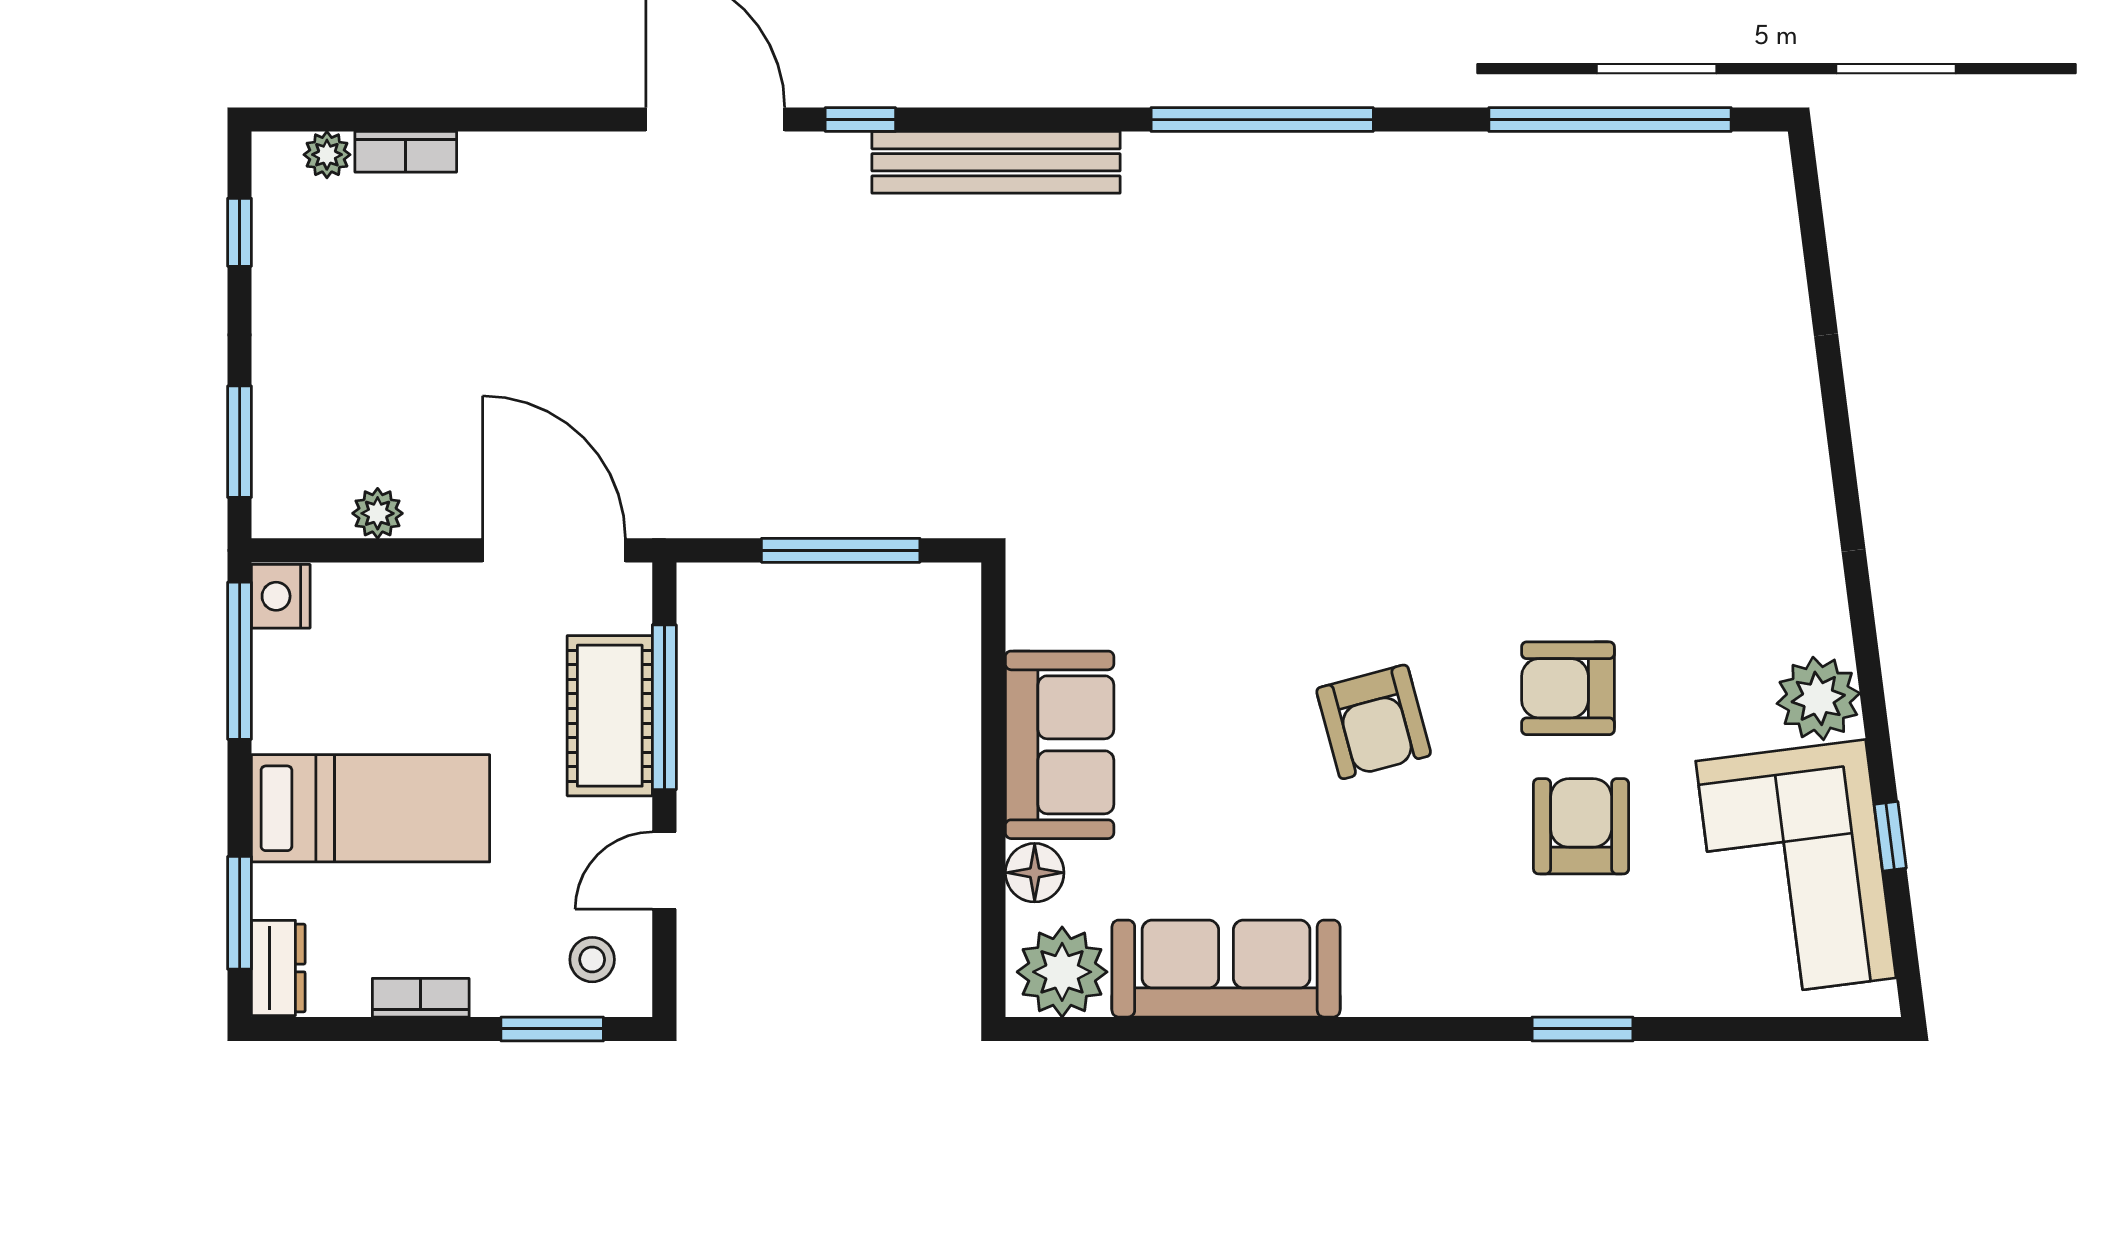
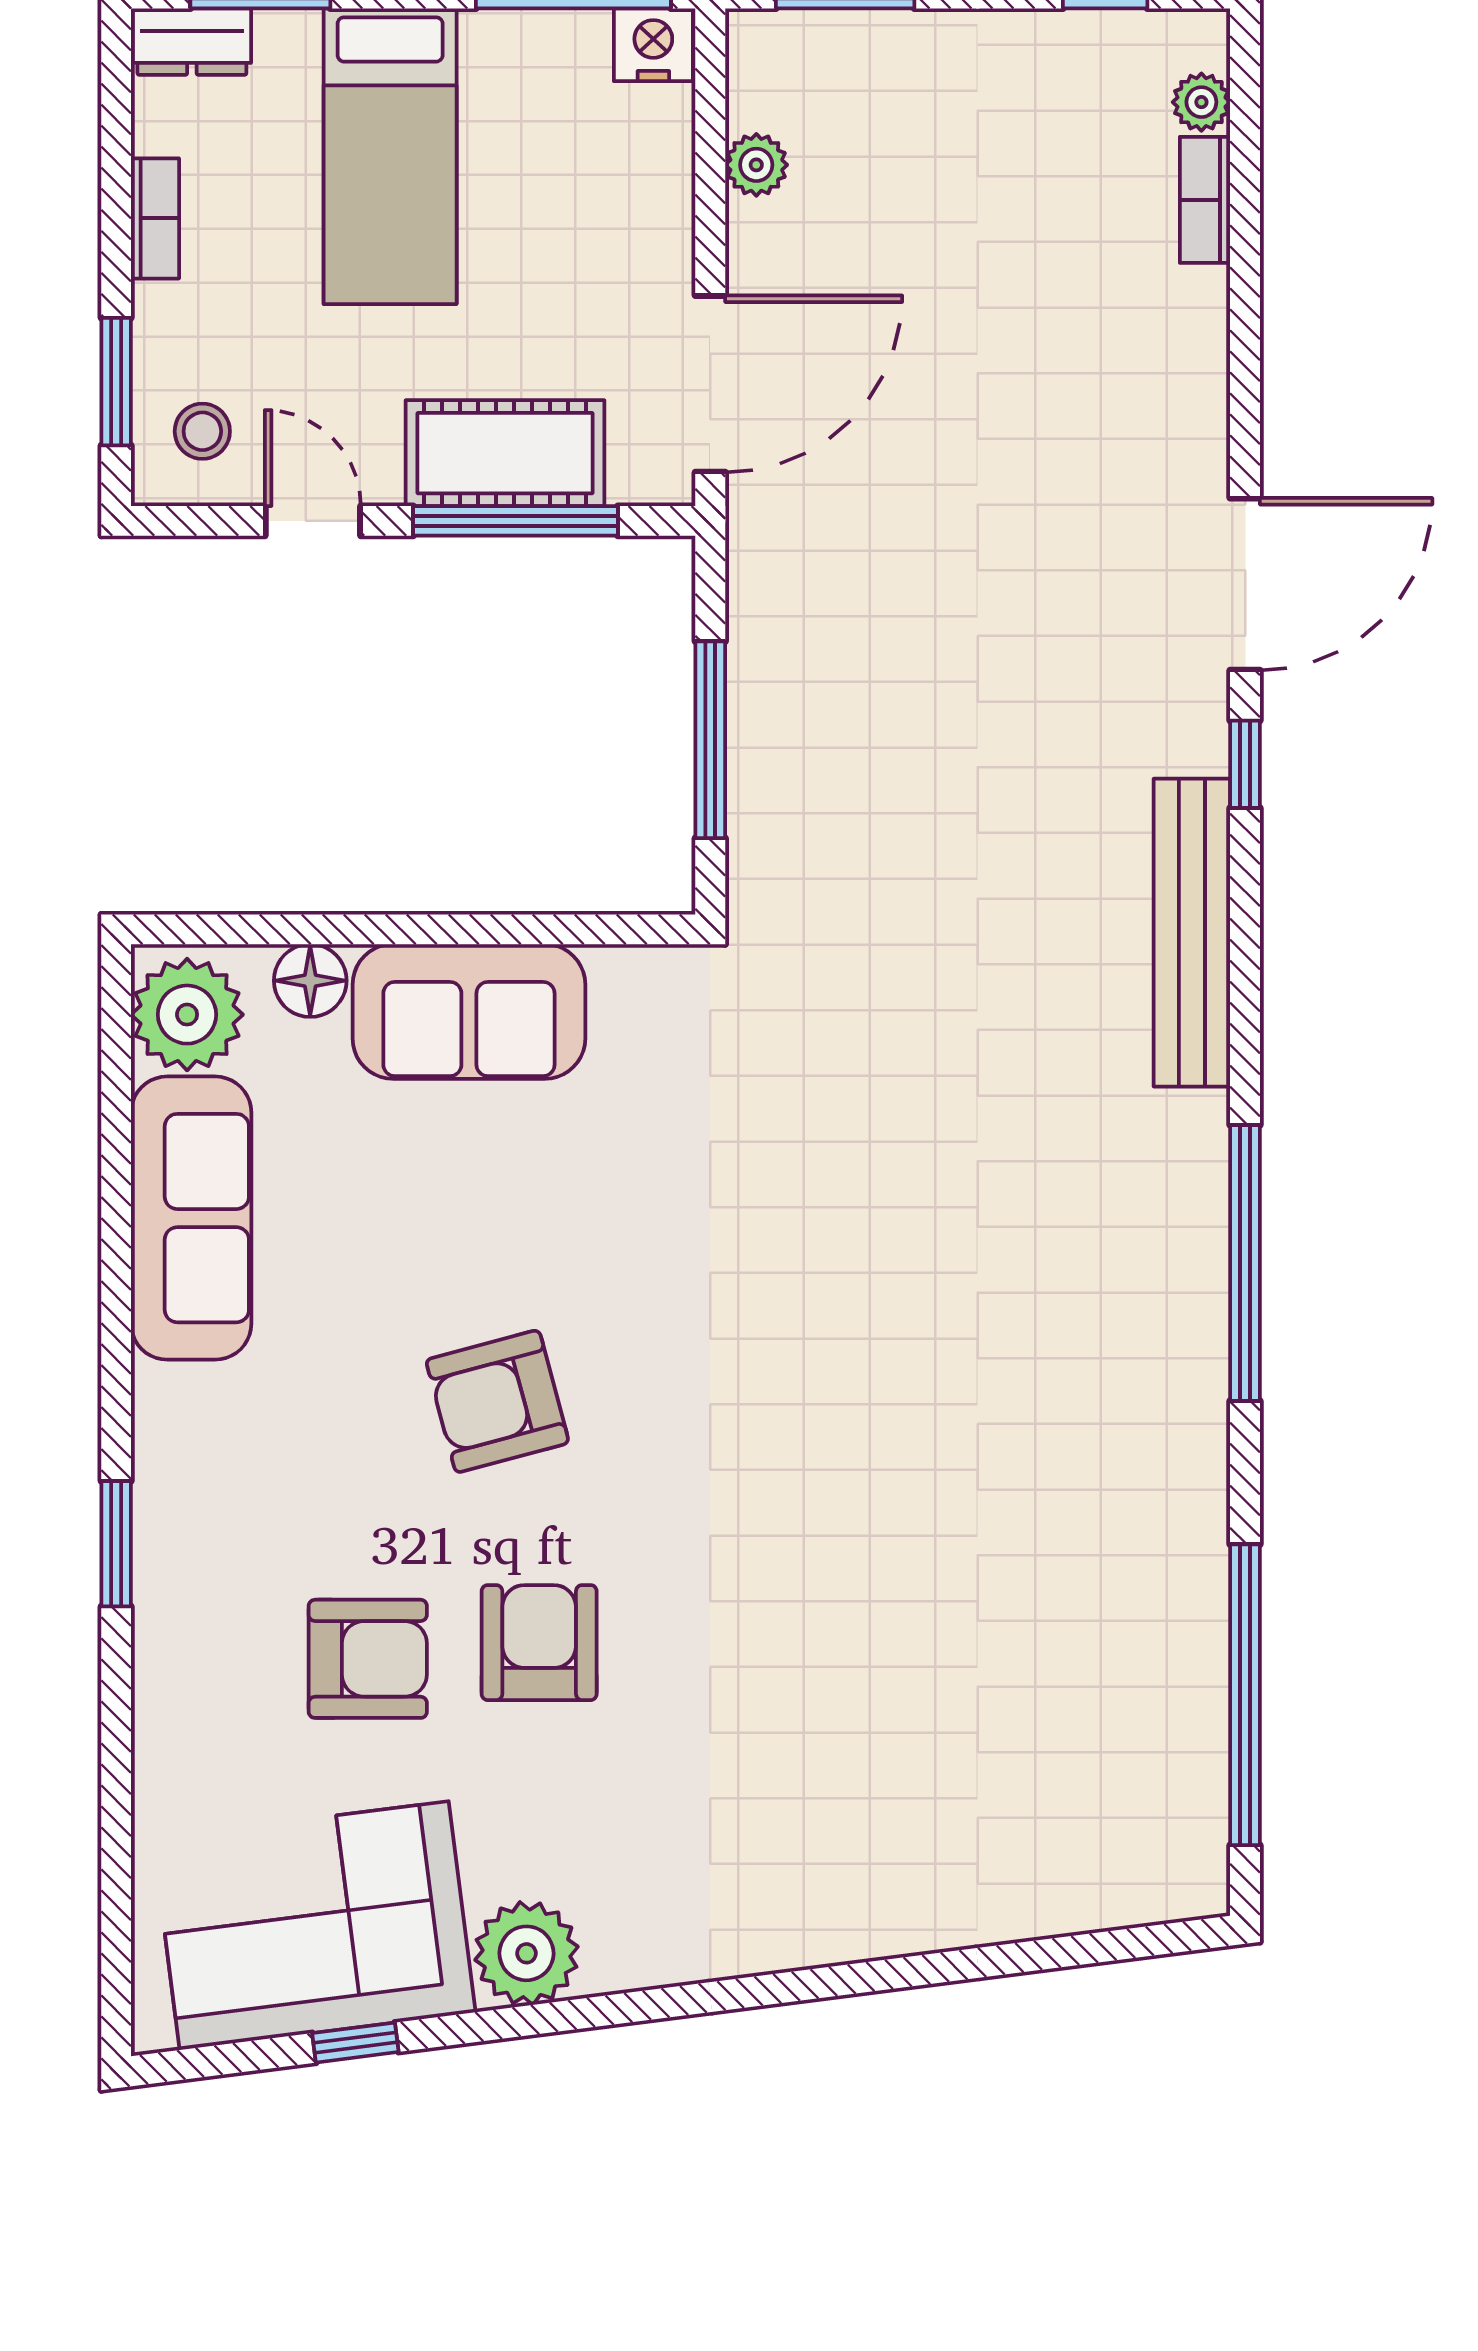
window: (1583, 1029) -> (116, 1544), moved

